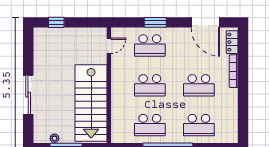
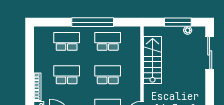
sliding door: (28, 95) -> (210, 53), moved
stairs: (91, 103) -> (153, 60), width x0.73, depth x0.66

